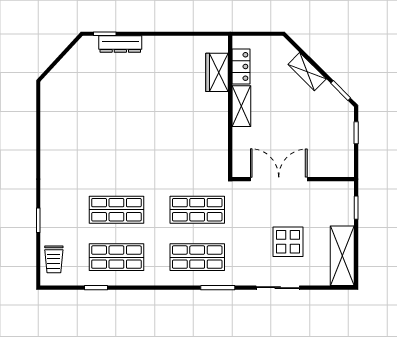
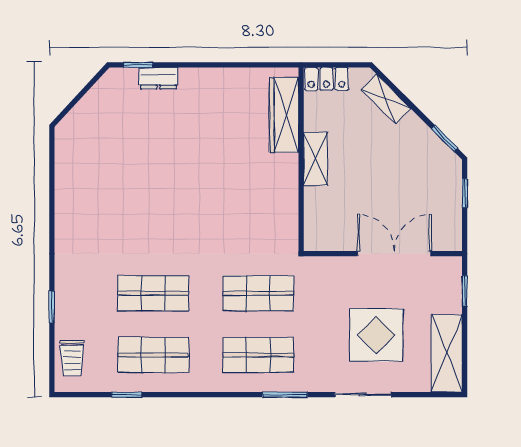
dresser: (120, 44) -> (158, 78), width x0.70
locker: (241, 66) -> (326, 79), moved, turned 90
wardrobe: (217, 72) -> (284, 115), width x1.50
shelving: (307, 72) -> (386, 99), moved
double door: (279, 179) -> (394, 254), moved
display table: (288, 242) -> (376, 335), width x1.36, depth x1.36

